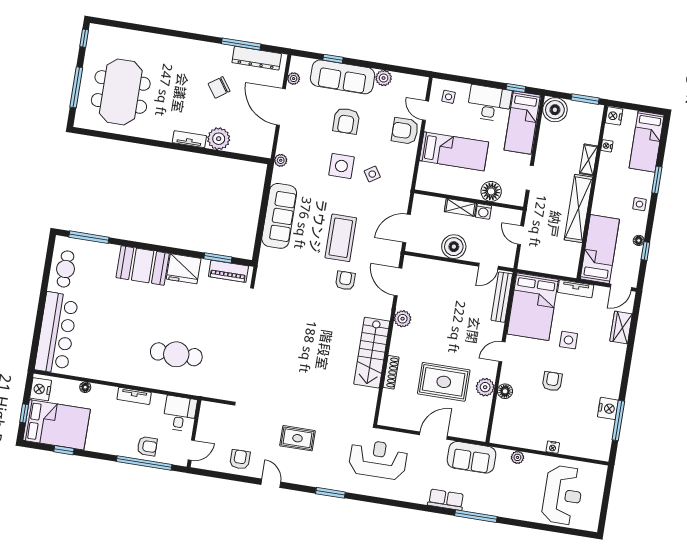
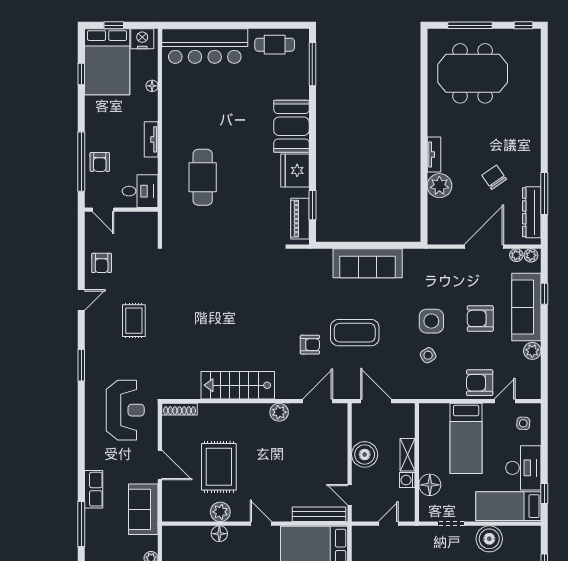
boiler: (555, 110) -> (489, 539), moved
armchair: (405, 131) -> (480, 383), turned -90
plant: (281, 160) -> (531, 255), moved
shoe rack: (391, 372) -> (180, 409), moved
armchair: (240, 459) -> (102, 263), turned 90

